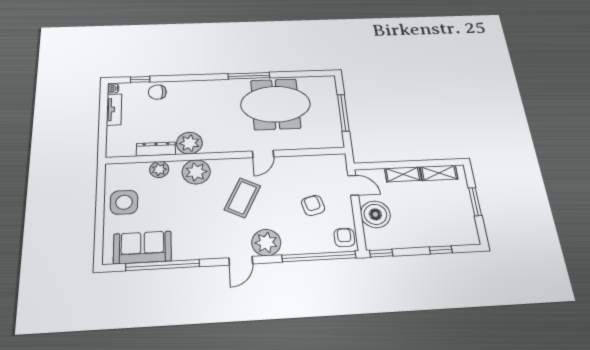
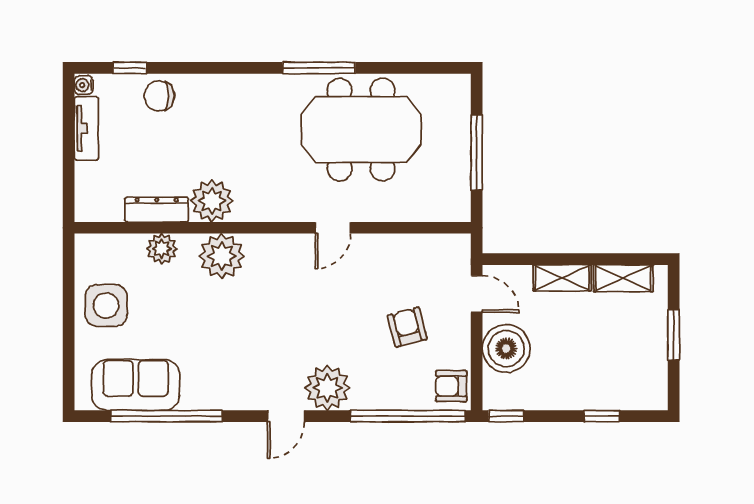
coffee table: (242, 198) -> (294, 307), removed
armchair: (344, 237) -> (451, 386), turned -90

